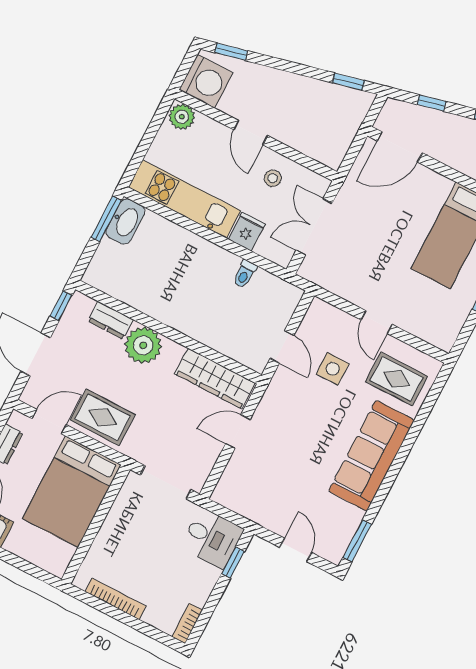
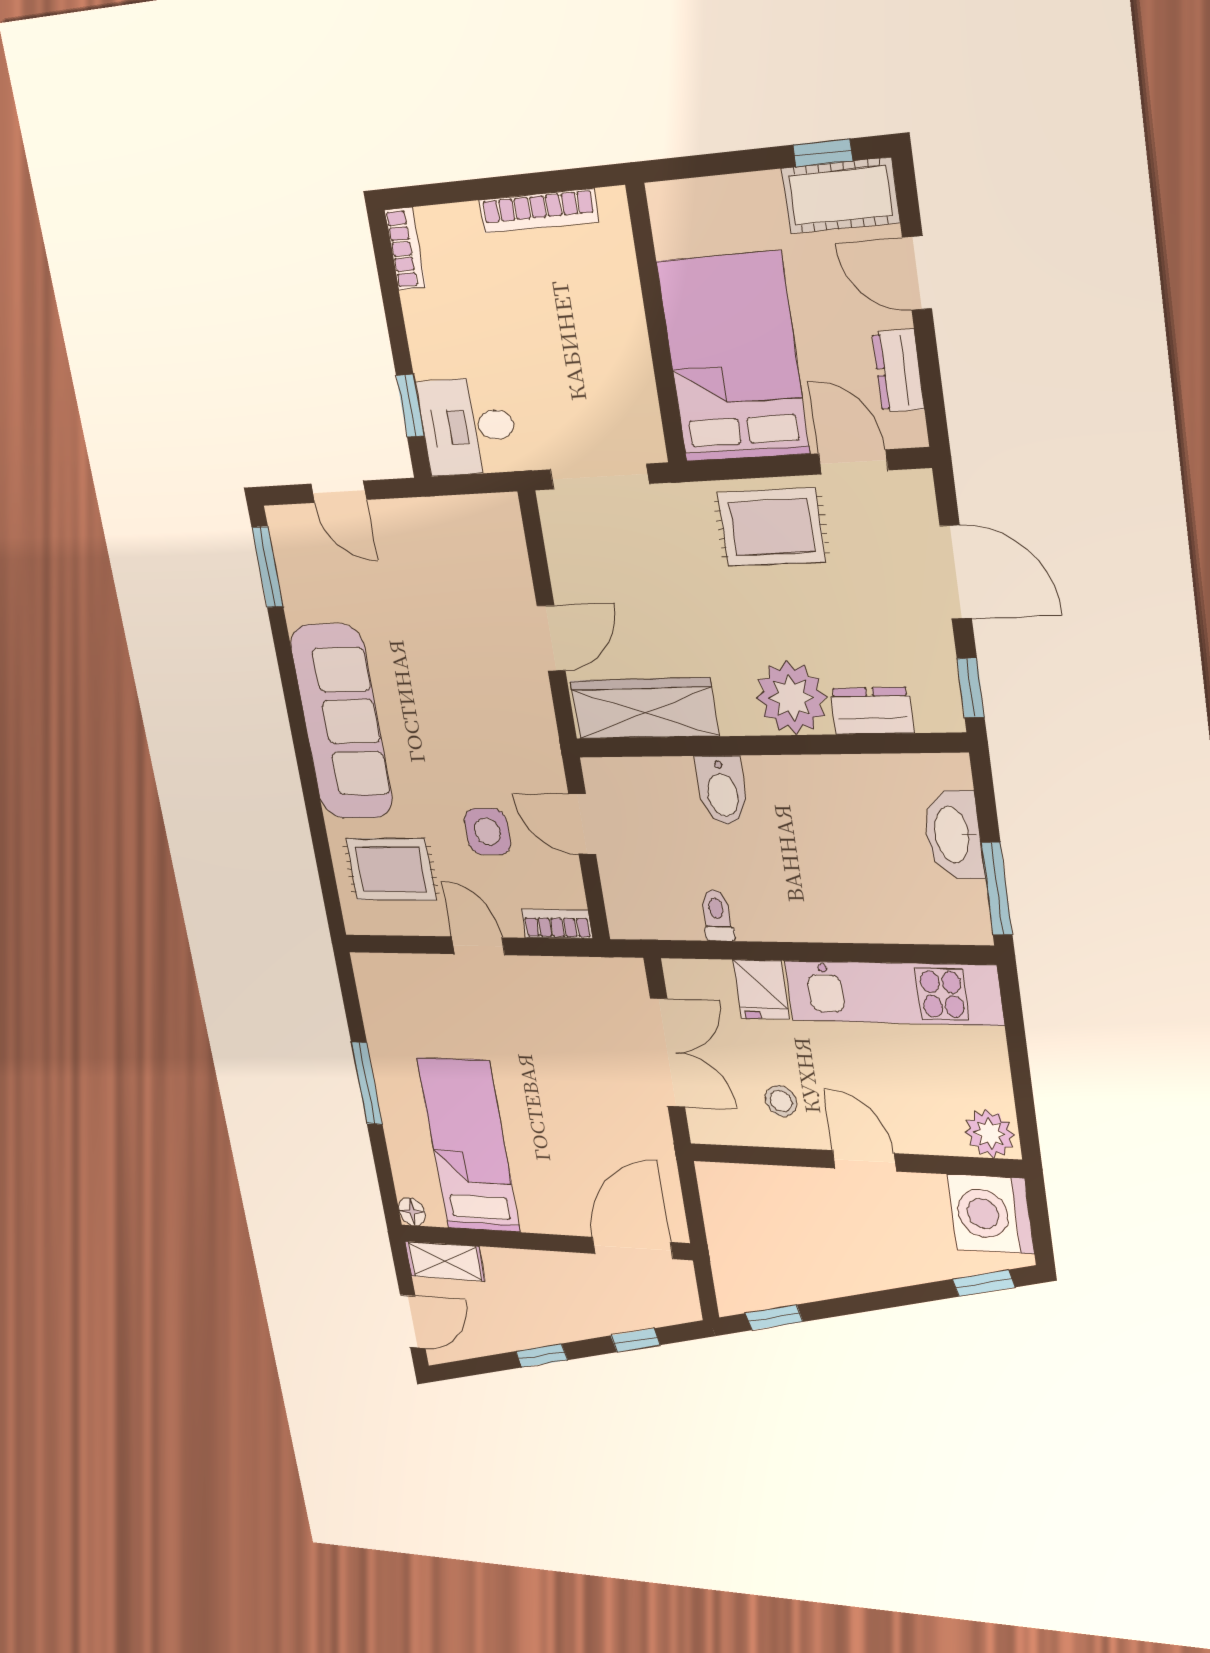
washbasin: (125, 221) -> (953, 835), moved
bookcase: (328, 311) -> (557, 924), added
bidet: (203, 325) -> (722, 790), added
door: (49, 422) -> (853, 462), swing flipped

